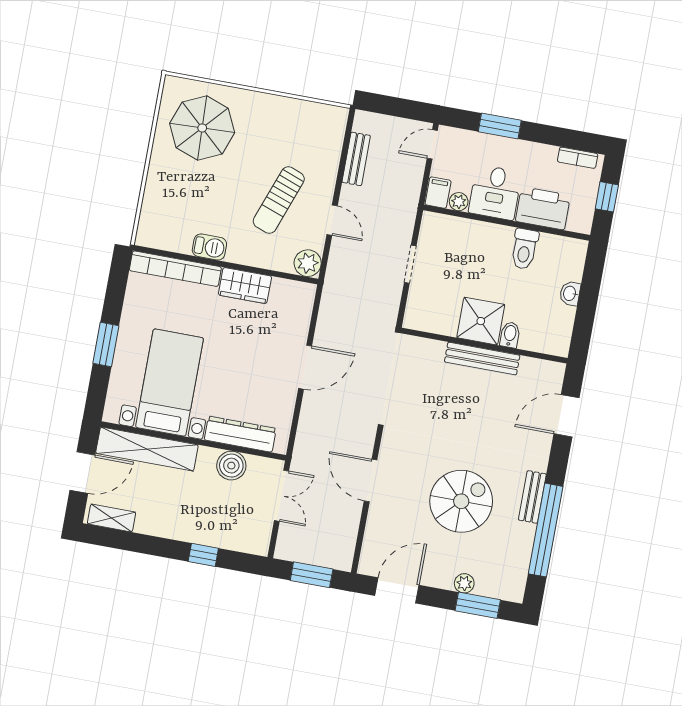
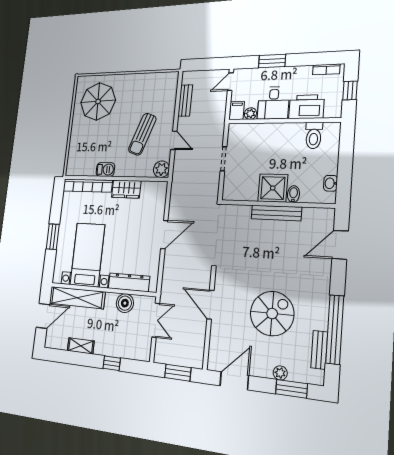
toilet: (524, 249) -> (314, 135), moved
washbasin: (570, 293) -> (331, 183), moved
bench: (532, 497) -> (319, 350), moved
shelving: (112, 518) -> (81, 346), moved

